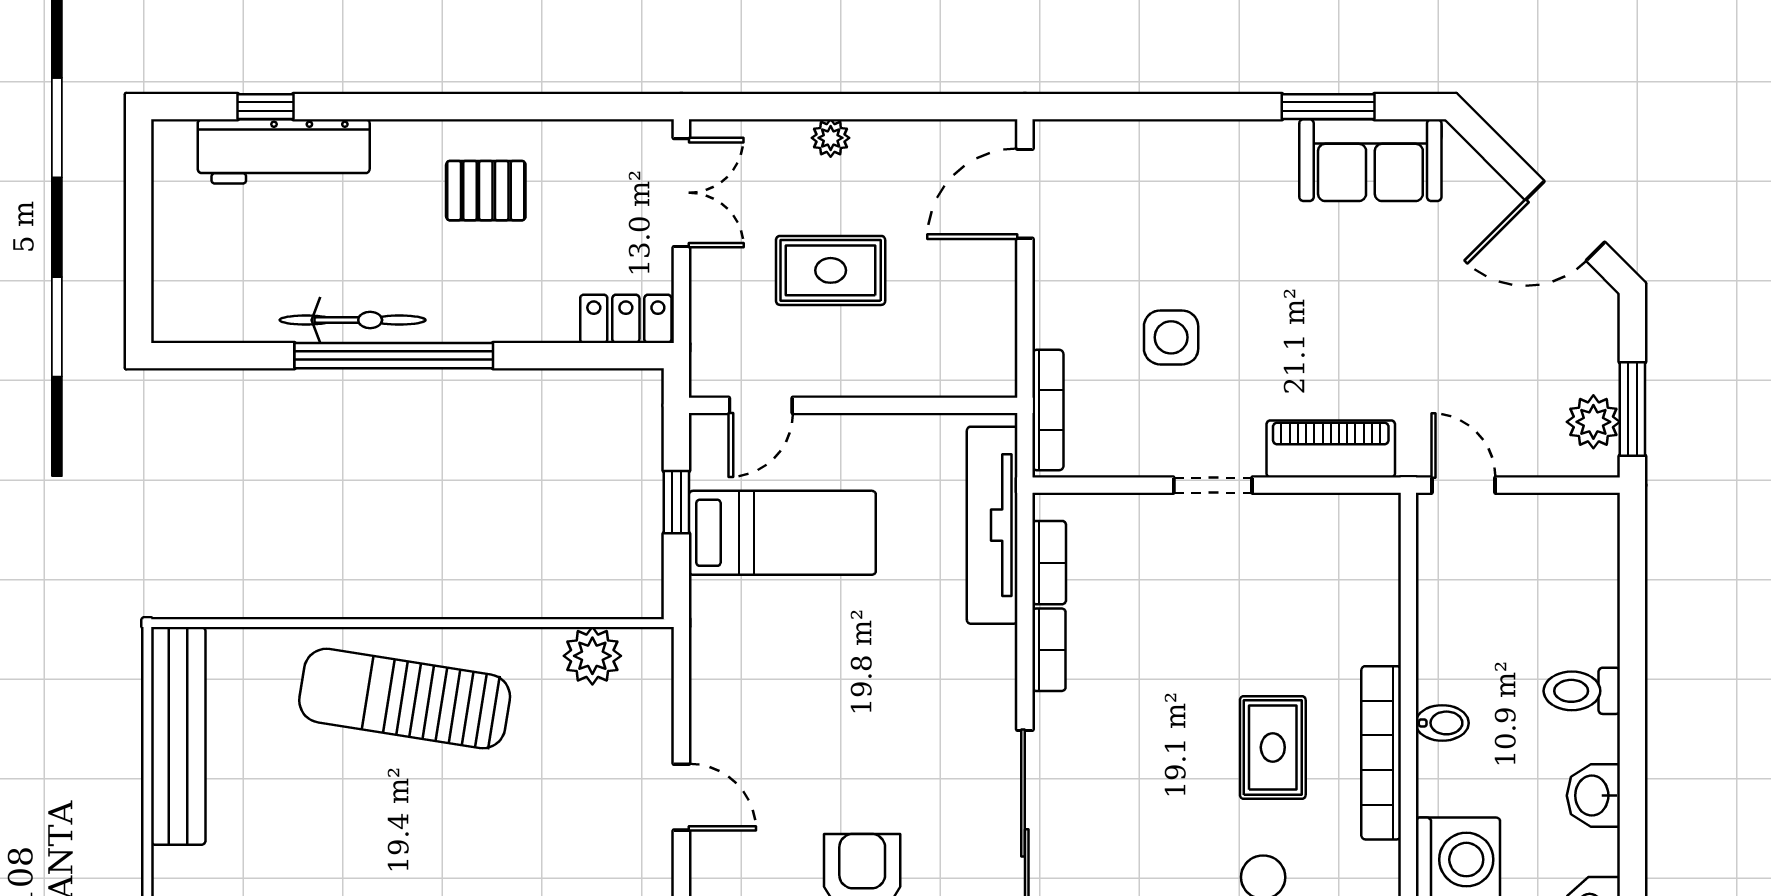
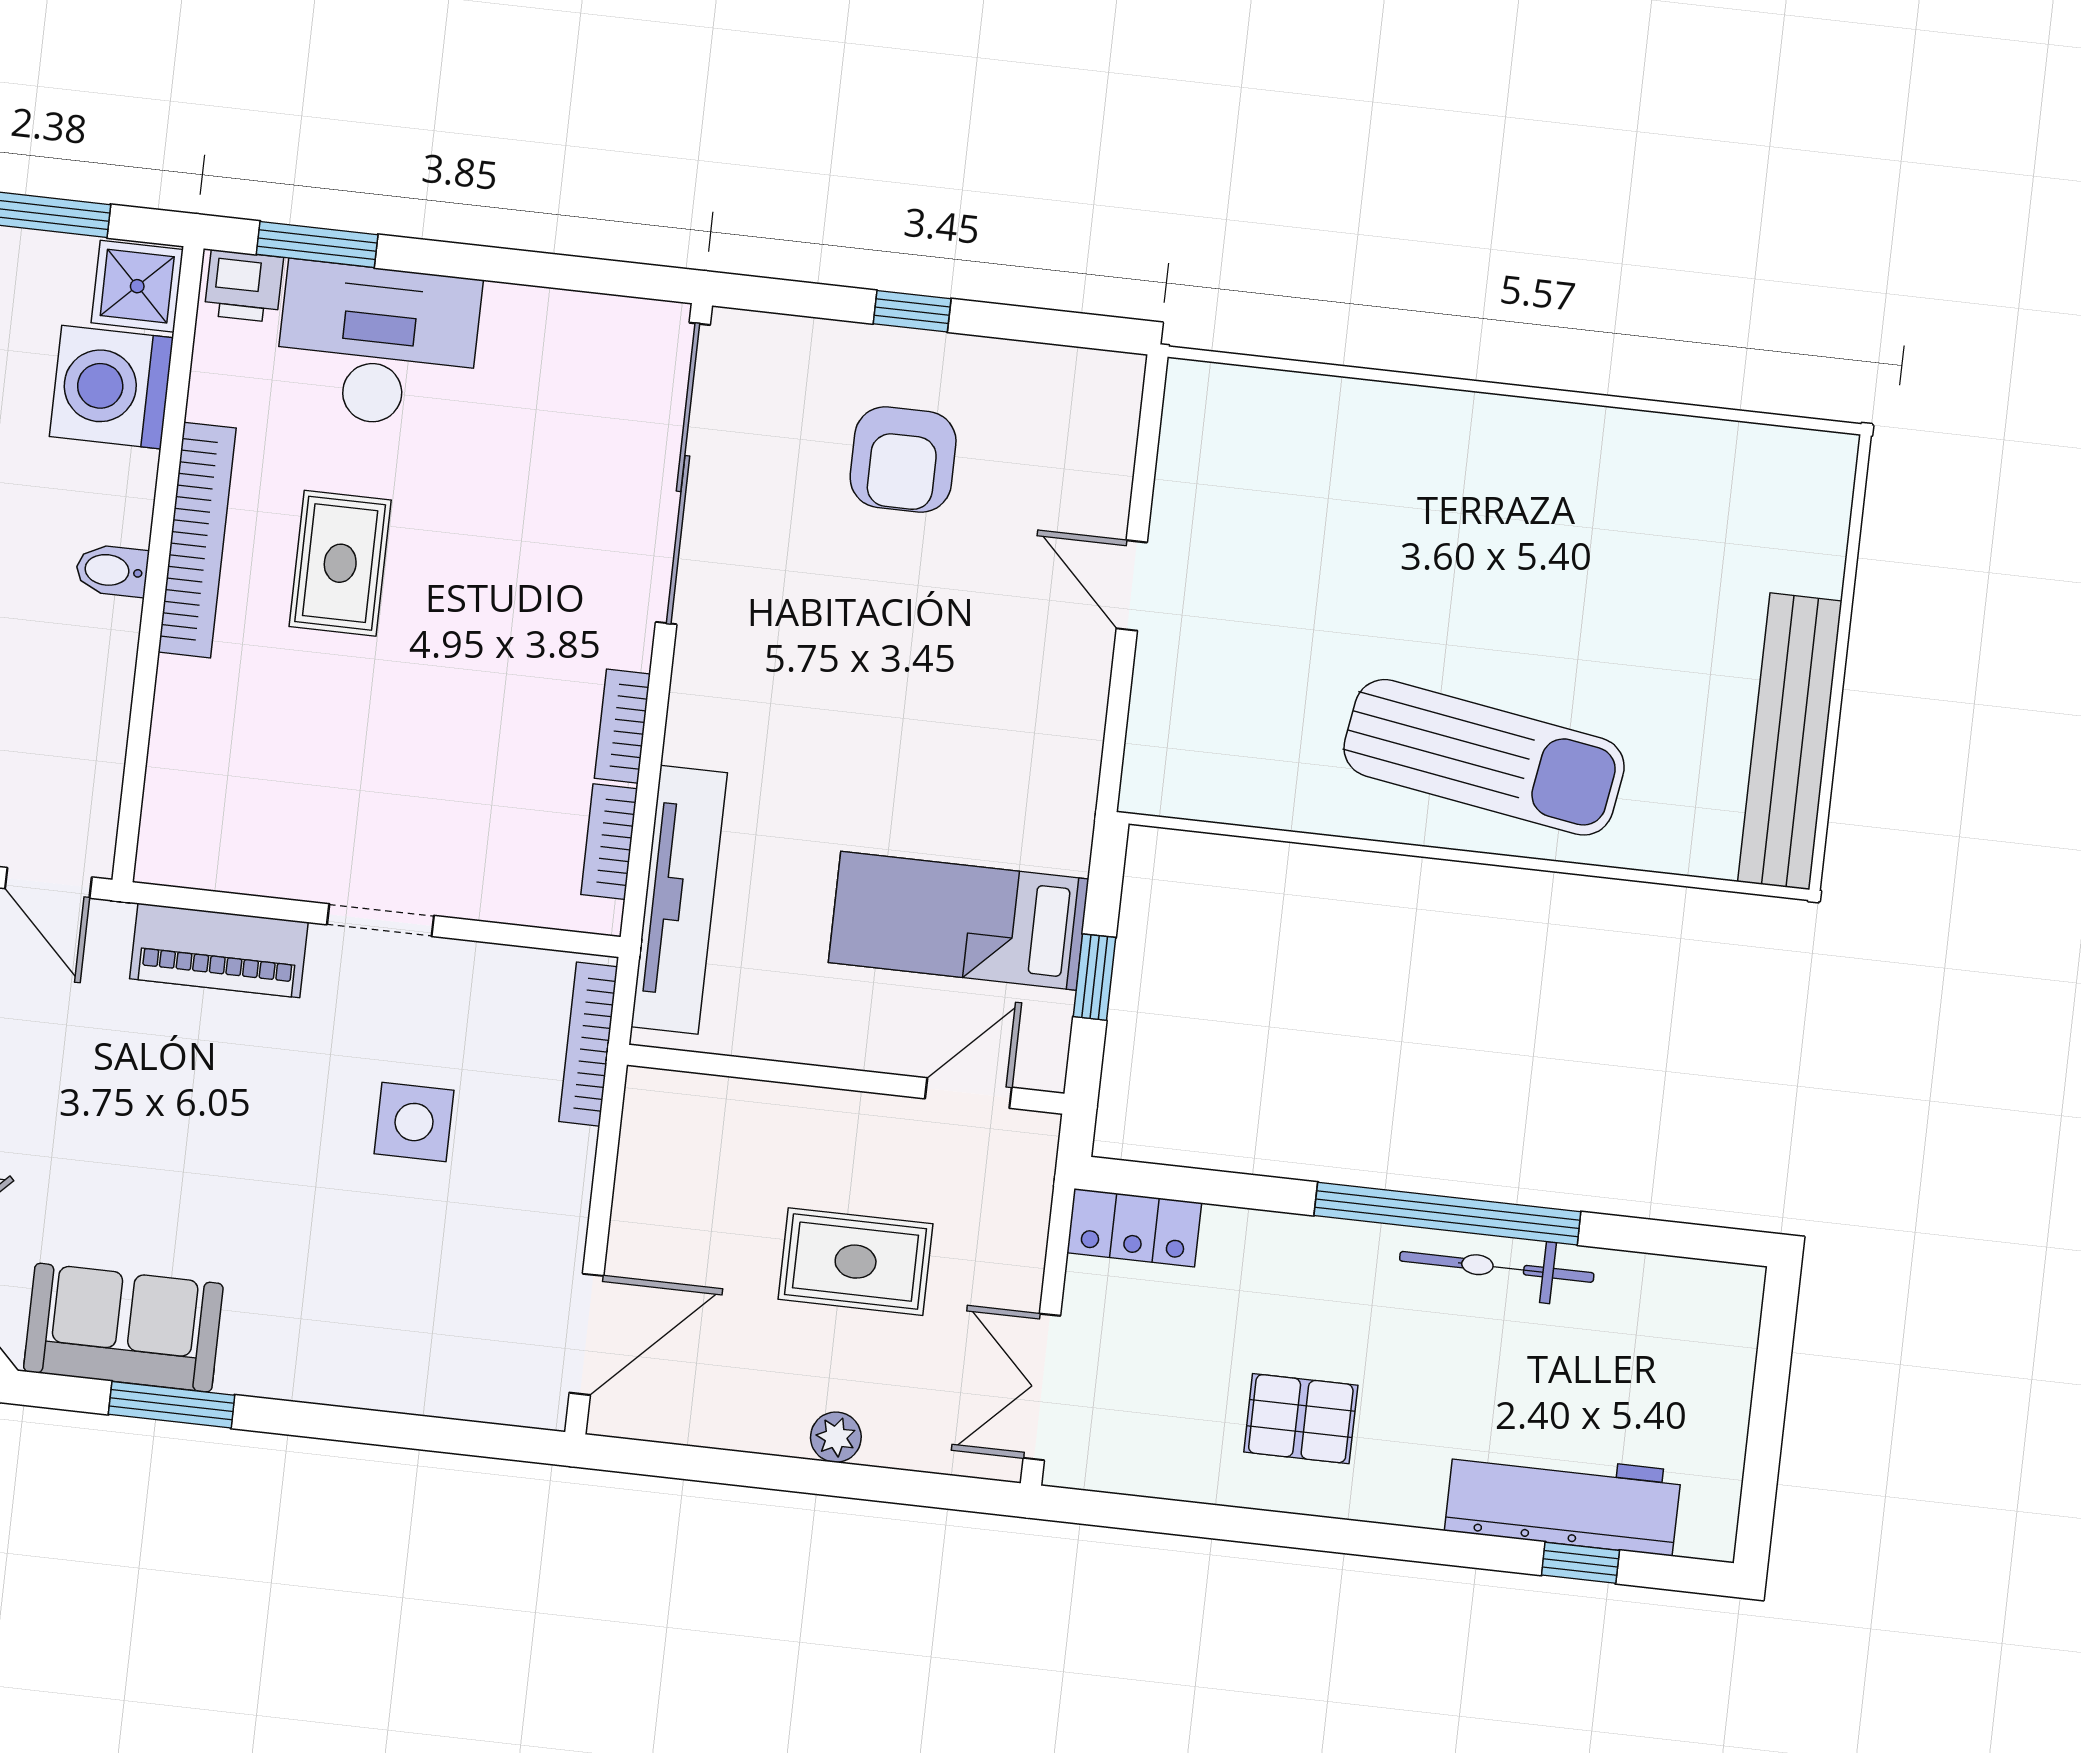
plant: (592, 656) -> (1229, 786), removed

